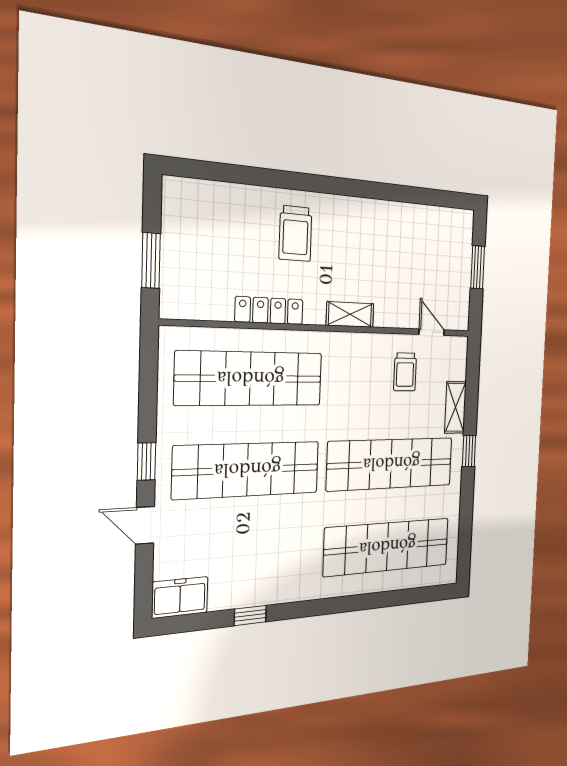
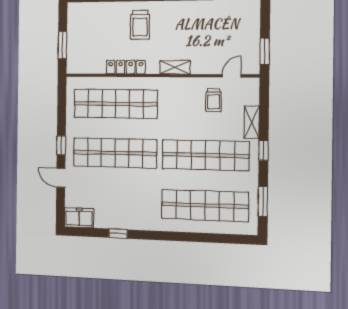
window: (478, 267) -> (265, 51), moved
door: (432, 332) -> (232, 76), hinge flipped
window: (465, 530) -> (263, 201), added

